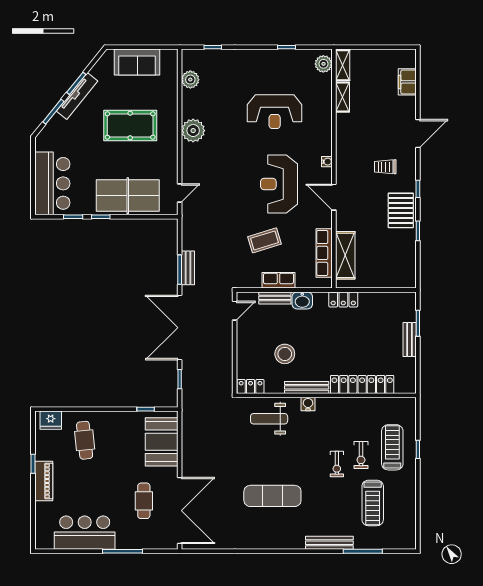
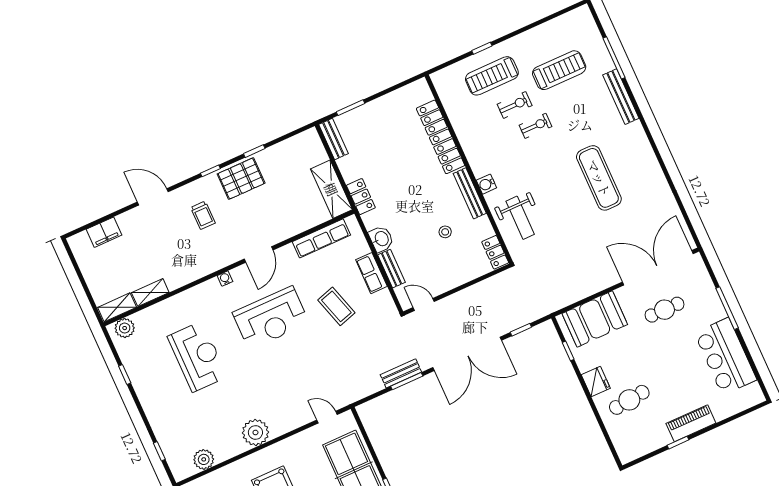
shelving: (345, 255) -> (331, 189), moved, turned 90
bench: (410, 340) -> (333, 139), moved, turned 90
stool: (285, 354) -> (445, 232), width x0.53, depth x0.53
fridge: (51, 420) -> (596, 382), moved

